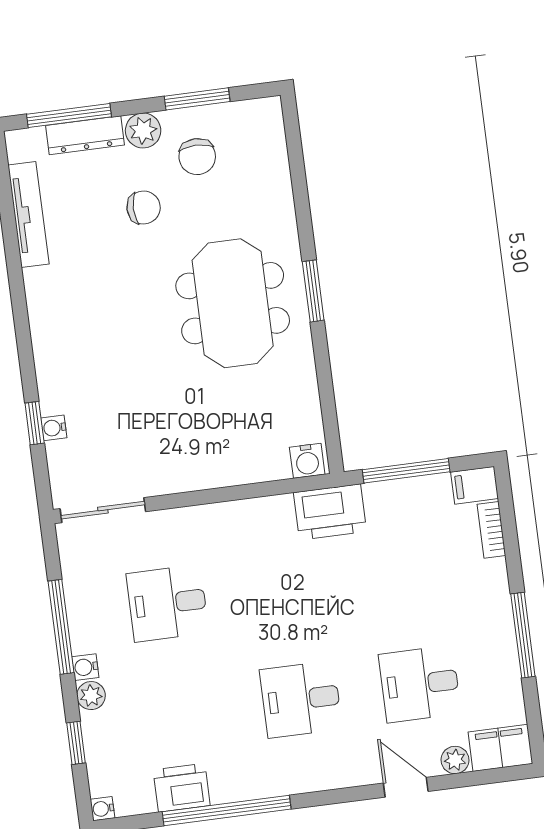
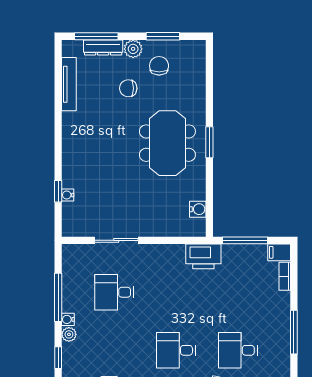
chair: (197, 157) -> (159, 66), turned 180
chair: (144, 207) -> (128, 88), turned 180
water cooler: (307, 461) -> (198, 209), moved, turned -90
sliding door: (103, 510) -> (116, 240), moved

